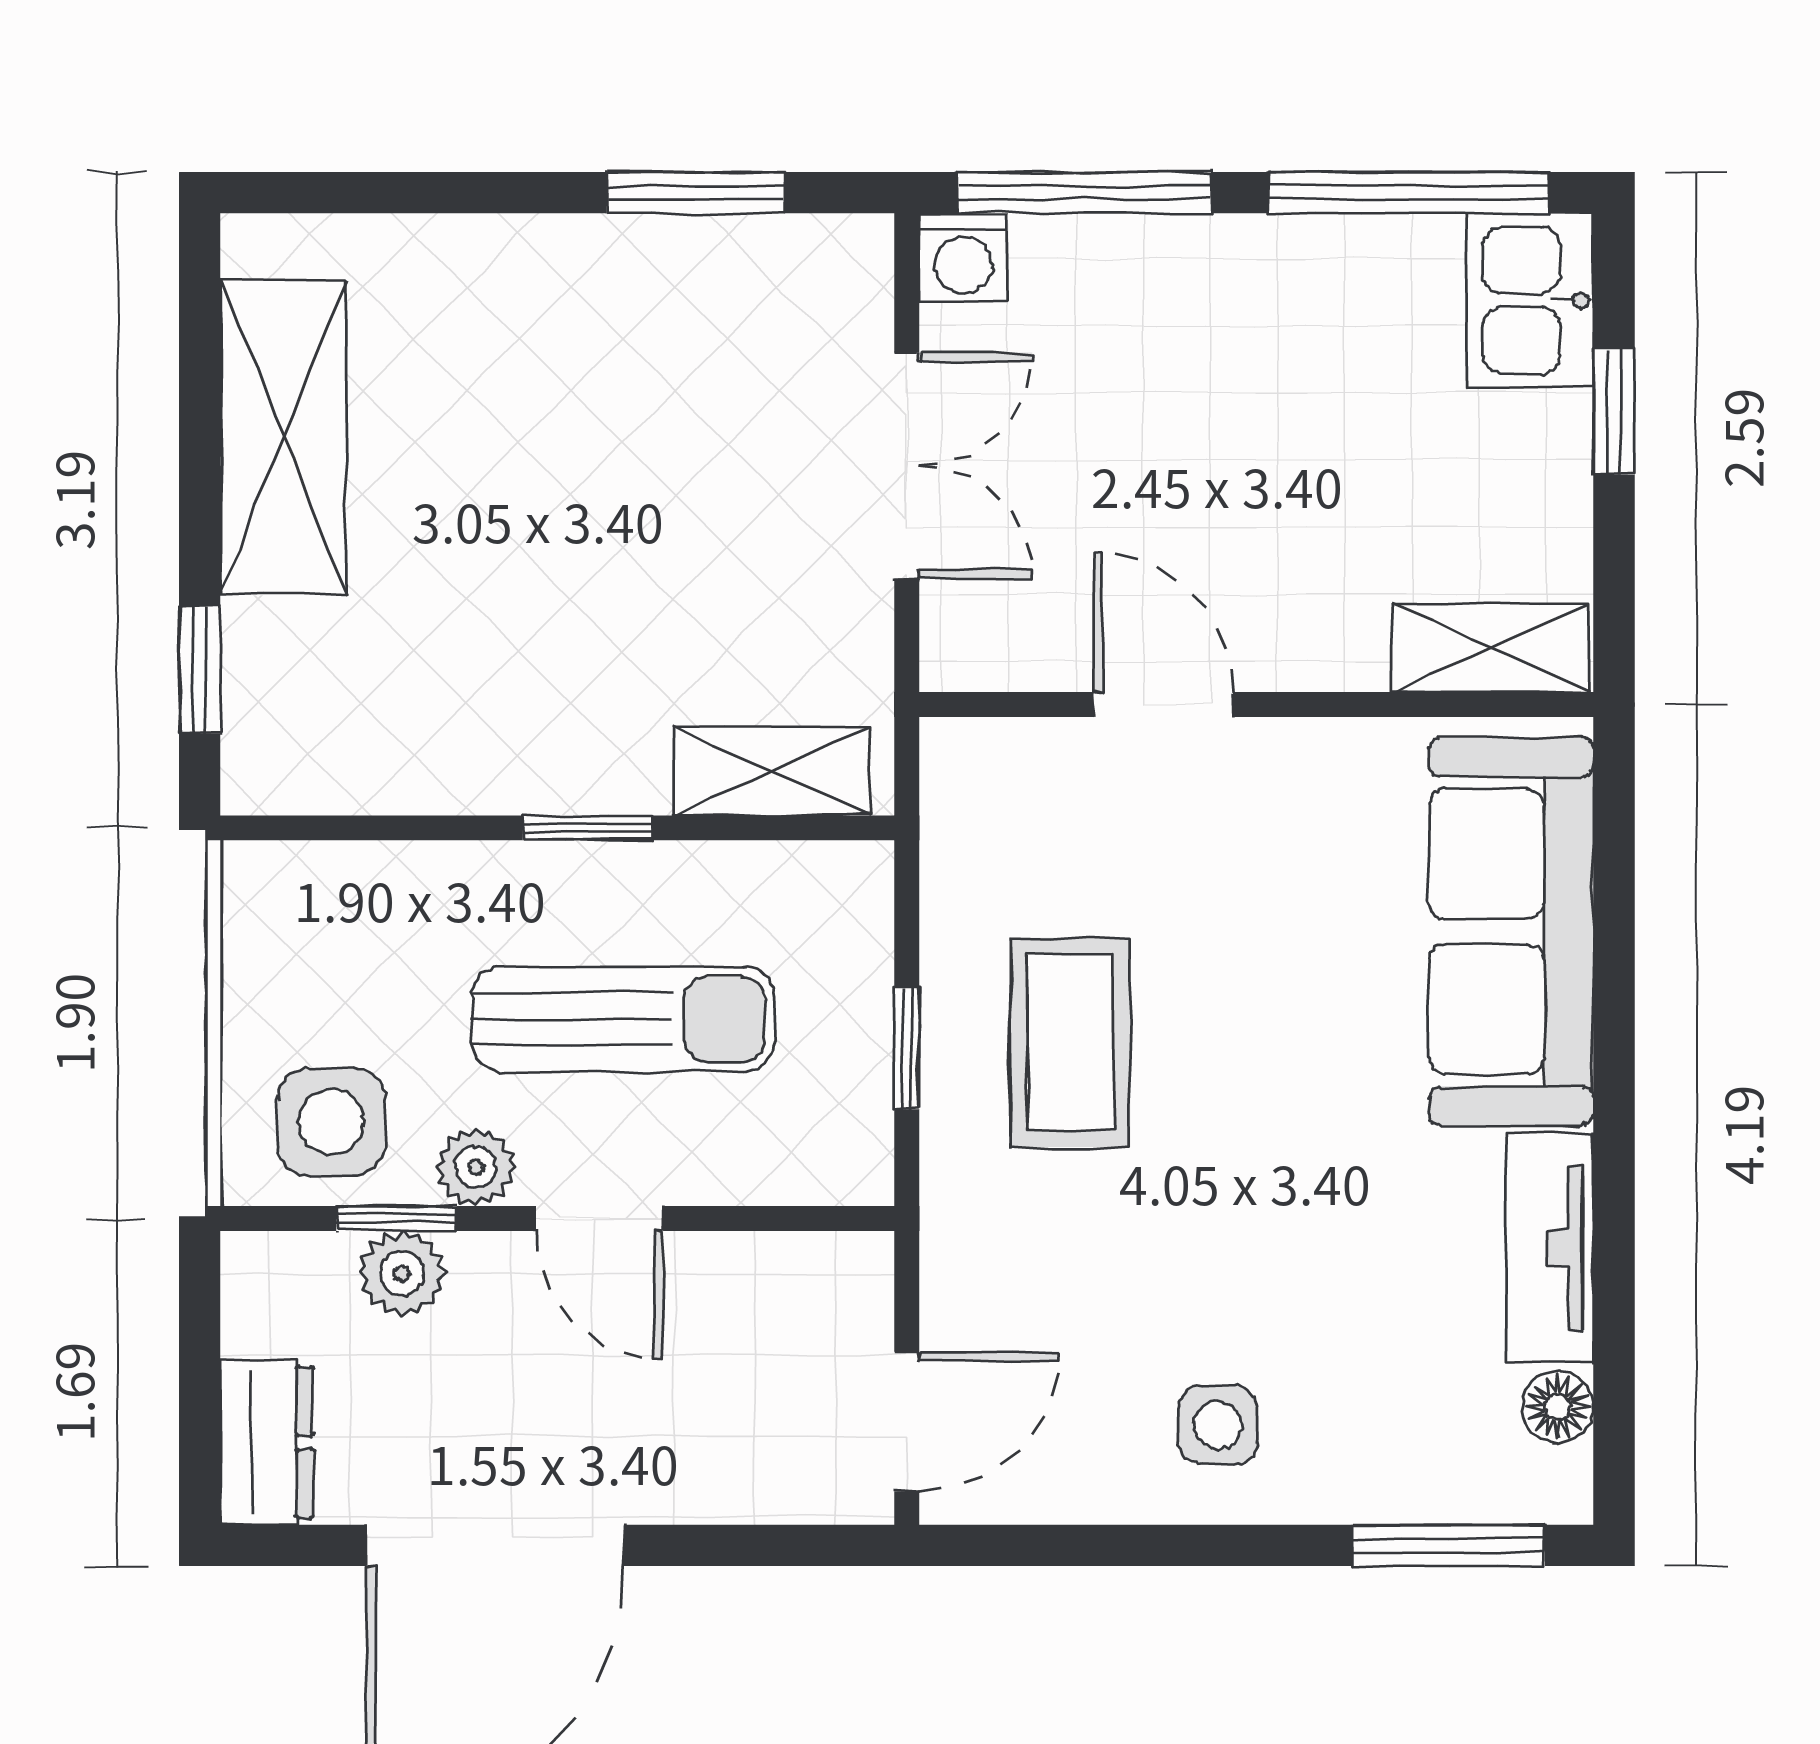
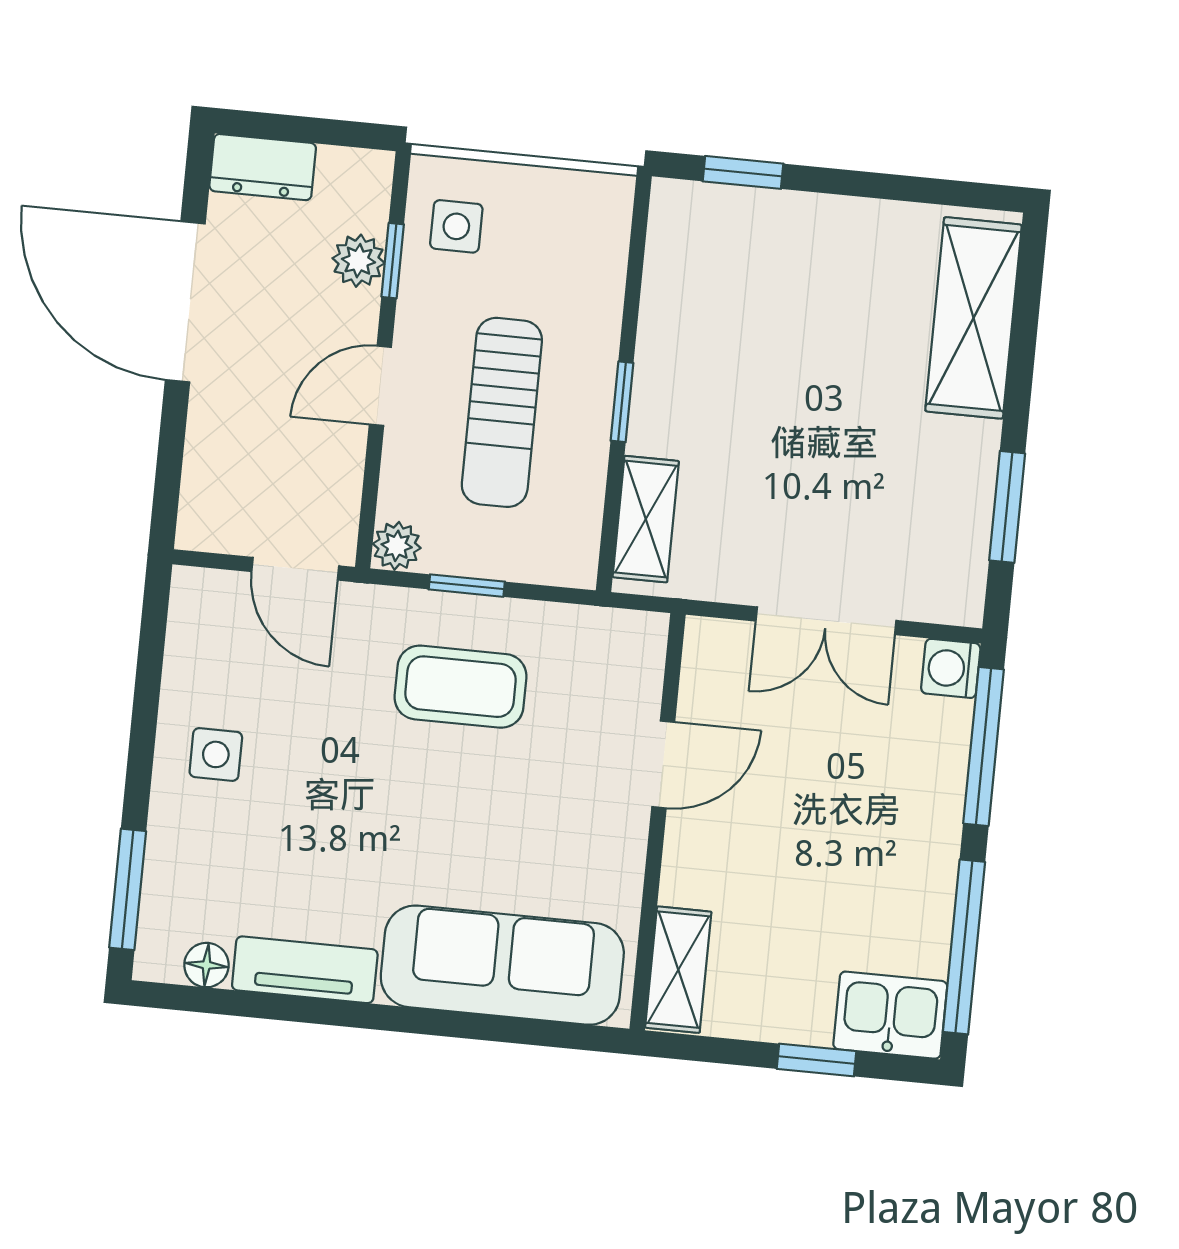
shelving: (283, 437) -> (974, 318), moved, turned 90
side table: (331, 1122) -> (456, 226), width x0.73, depth x0.73
plant: (476, 1167) -> (397, 546), moved
door: (907, 1421) -> (295, 569), moved

